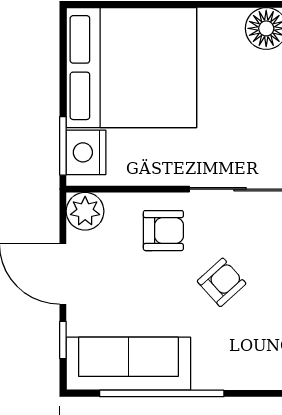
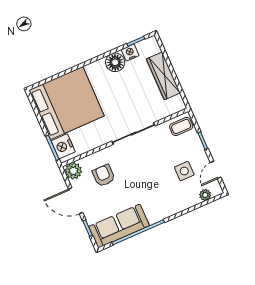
armchair: (163, 231) -> (104, 175), moved, turned -90
armchair: (222, 282) -> (143, 175), removed

